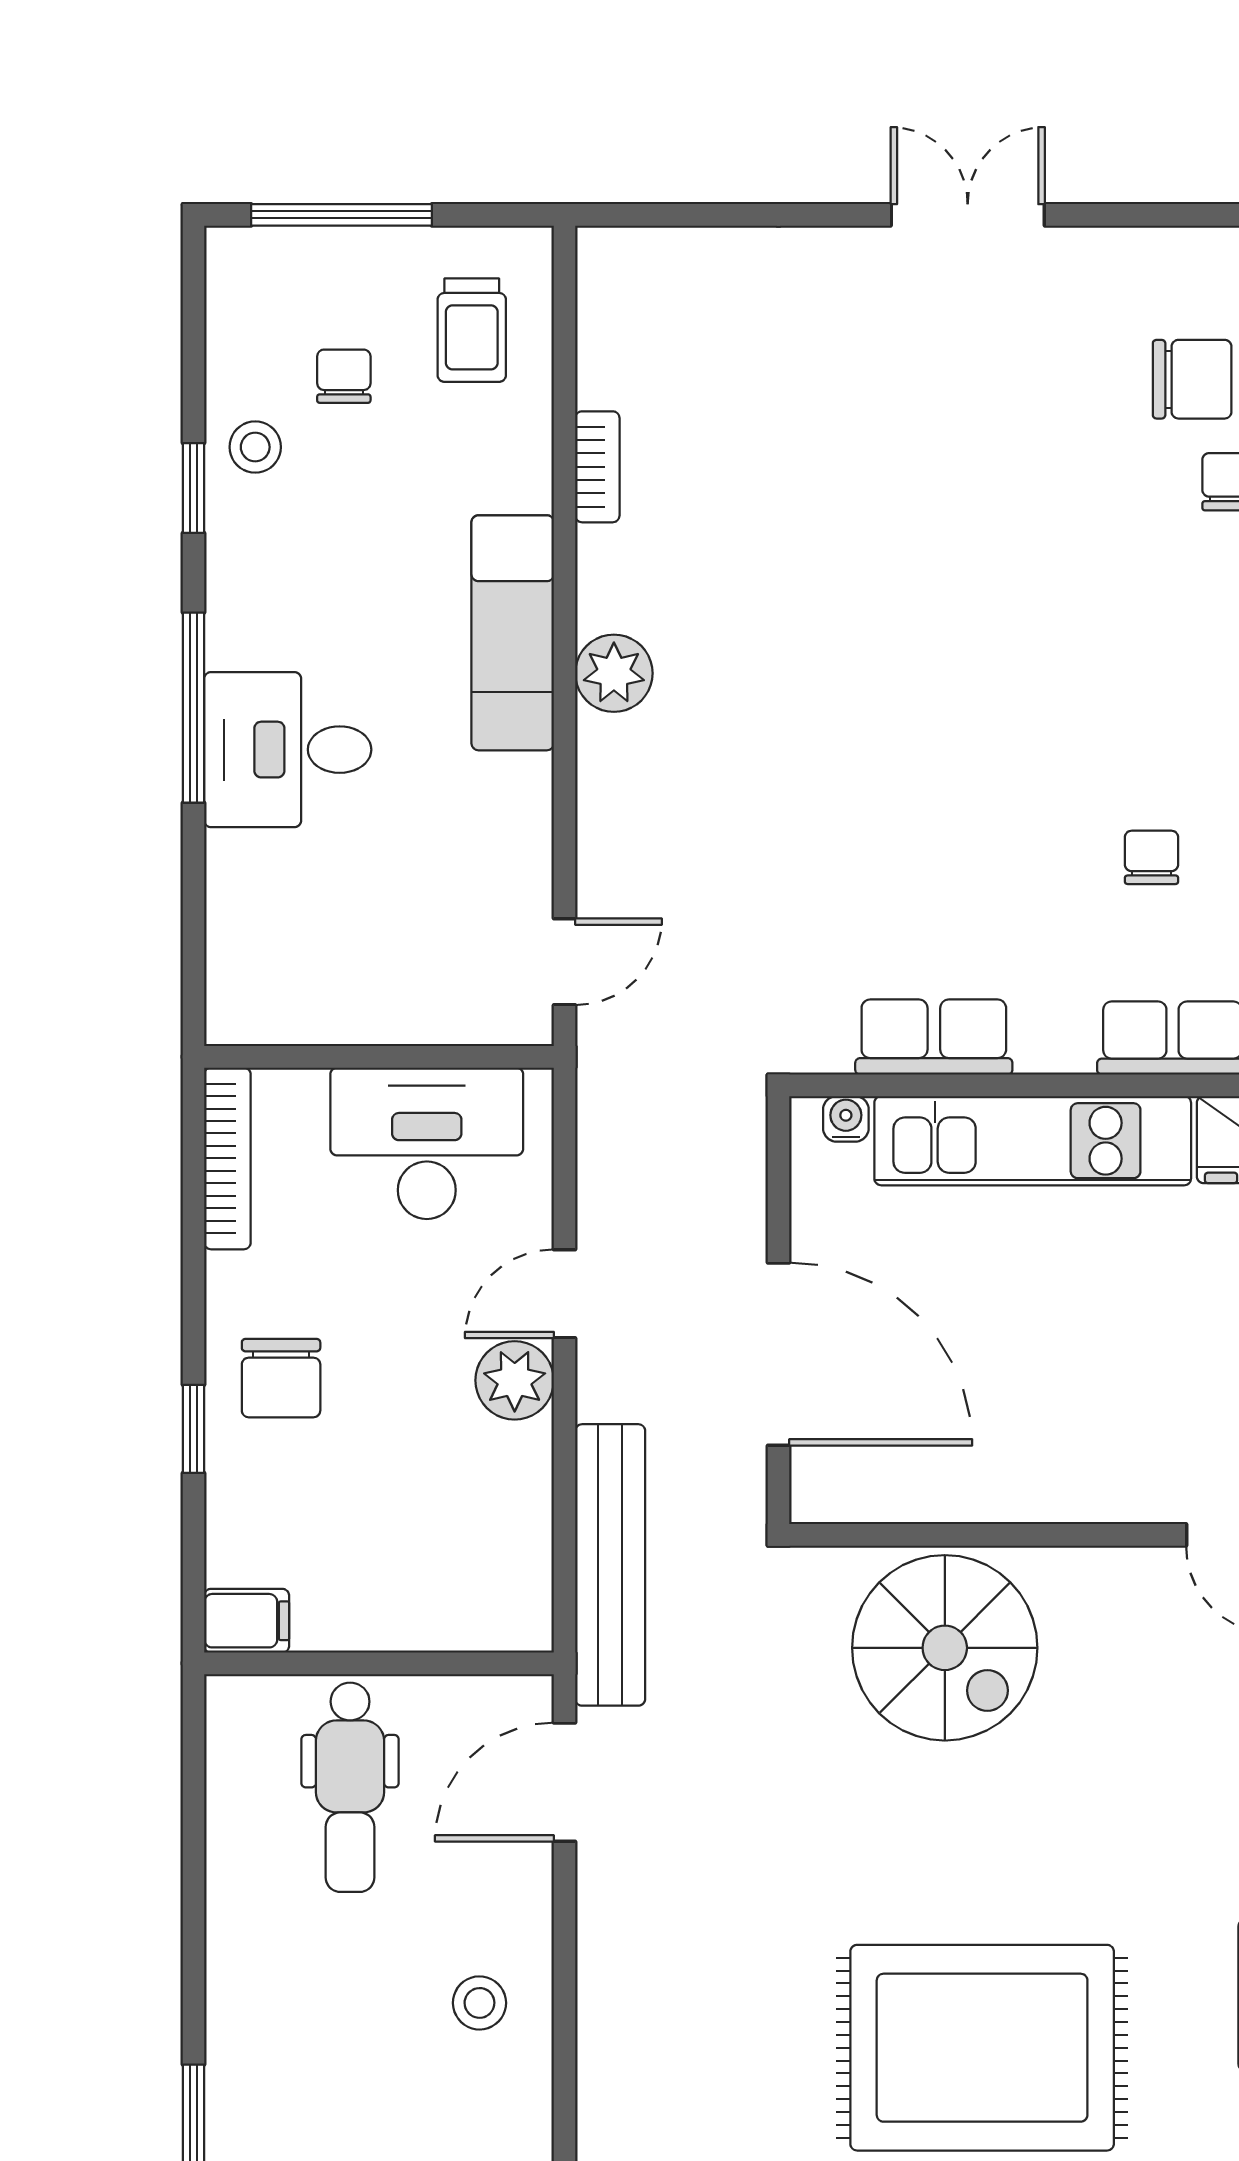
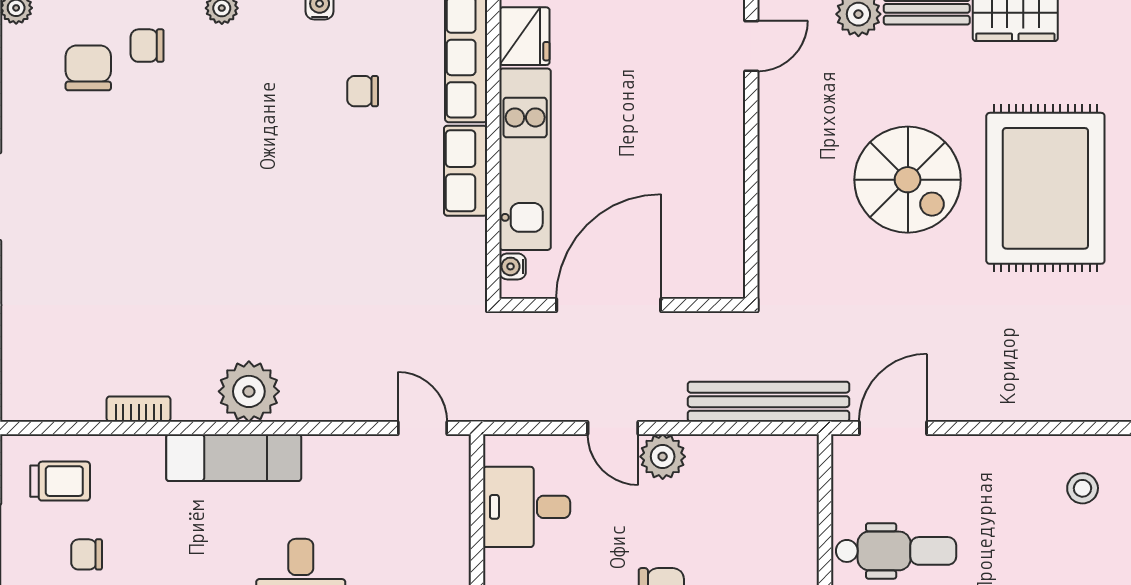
plant: (614, 673) -> (249, 391), width x1.36, depth x1.36
row of seats: (934, 1037) -> (466, 171), moved
desk: (427, 1143) -> (527, 507), width x0.73
door: (779, 1354) -> (609, 305), moved
spiral stairs: (945, 1648) -> (908, 180), moved, turned 90
door: (564, 1782) -> (893, 428), swing flipped
stool: (479, 2003) -> (1083, 488), moved

